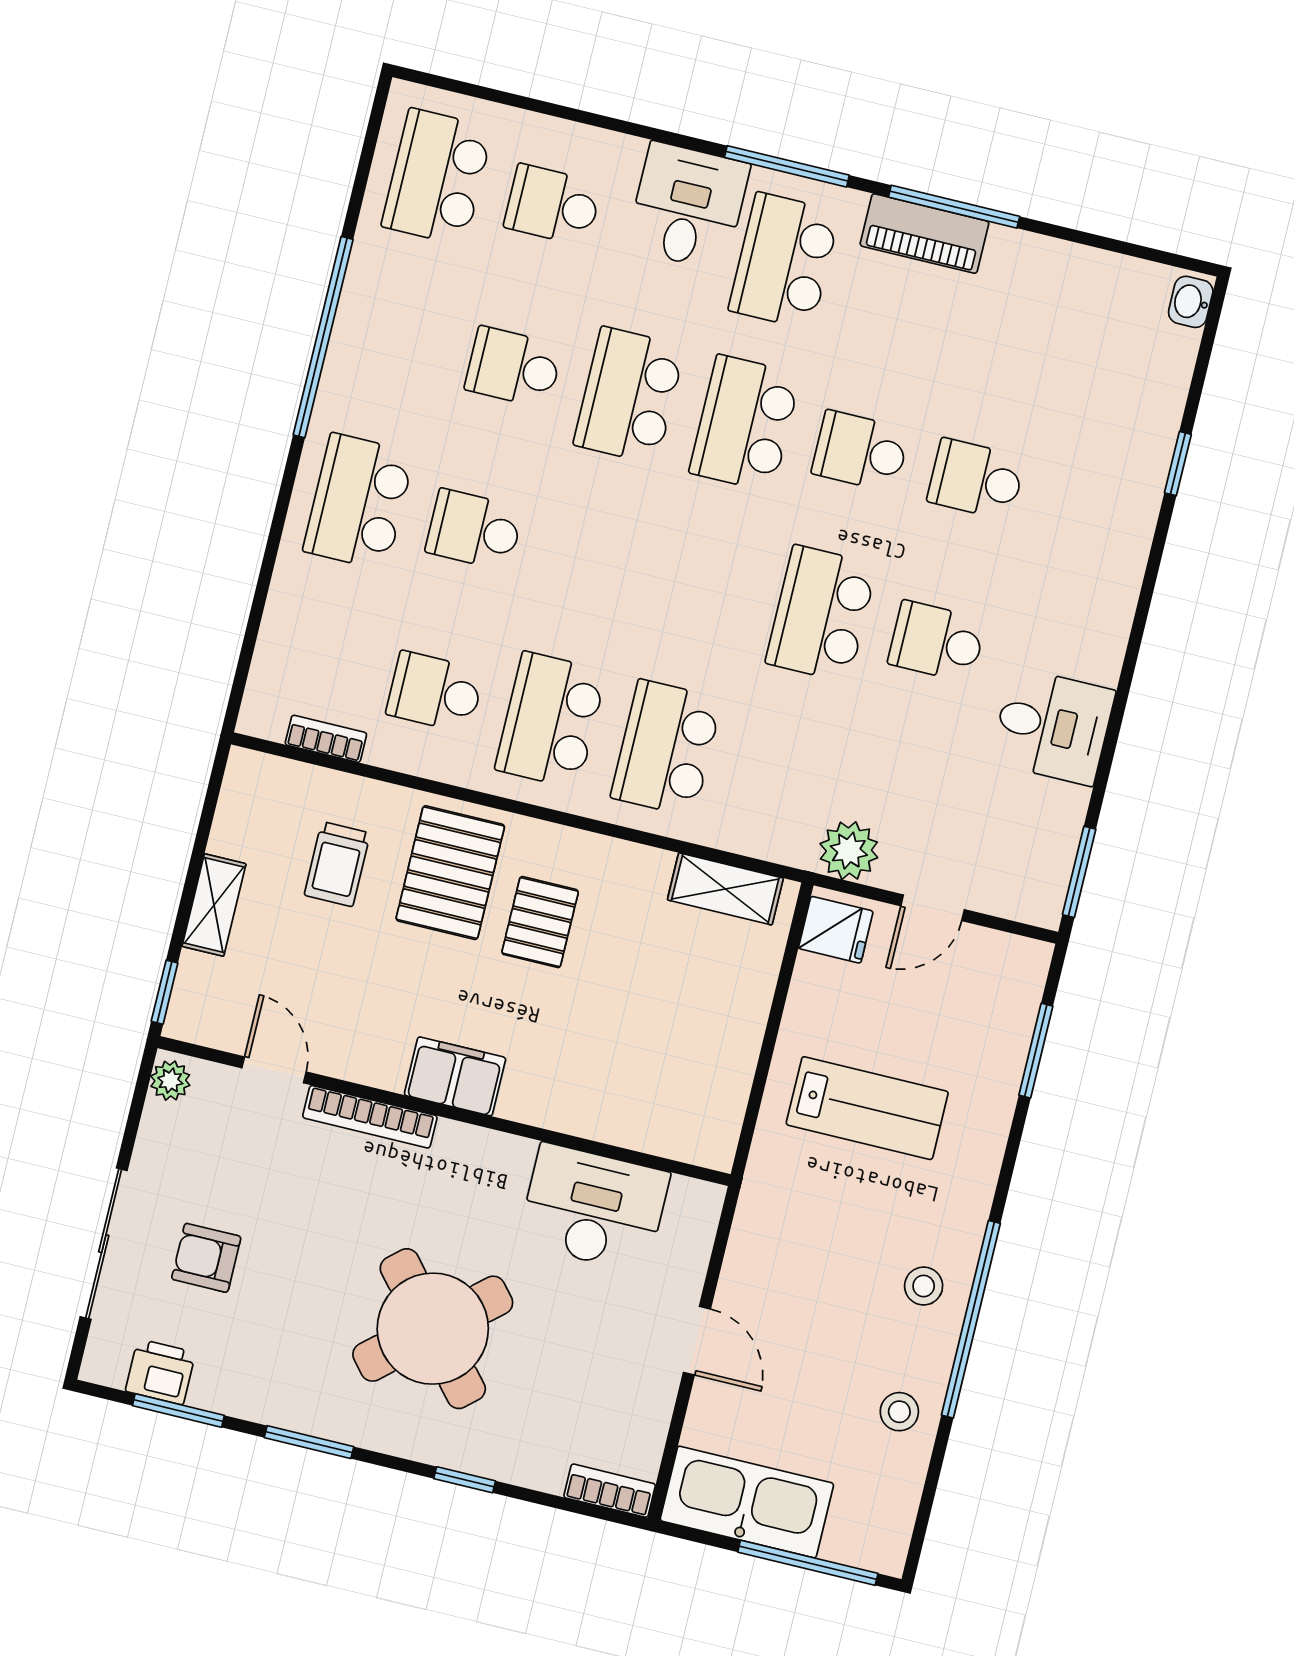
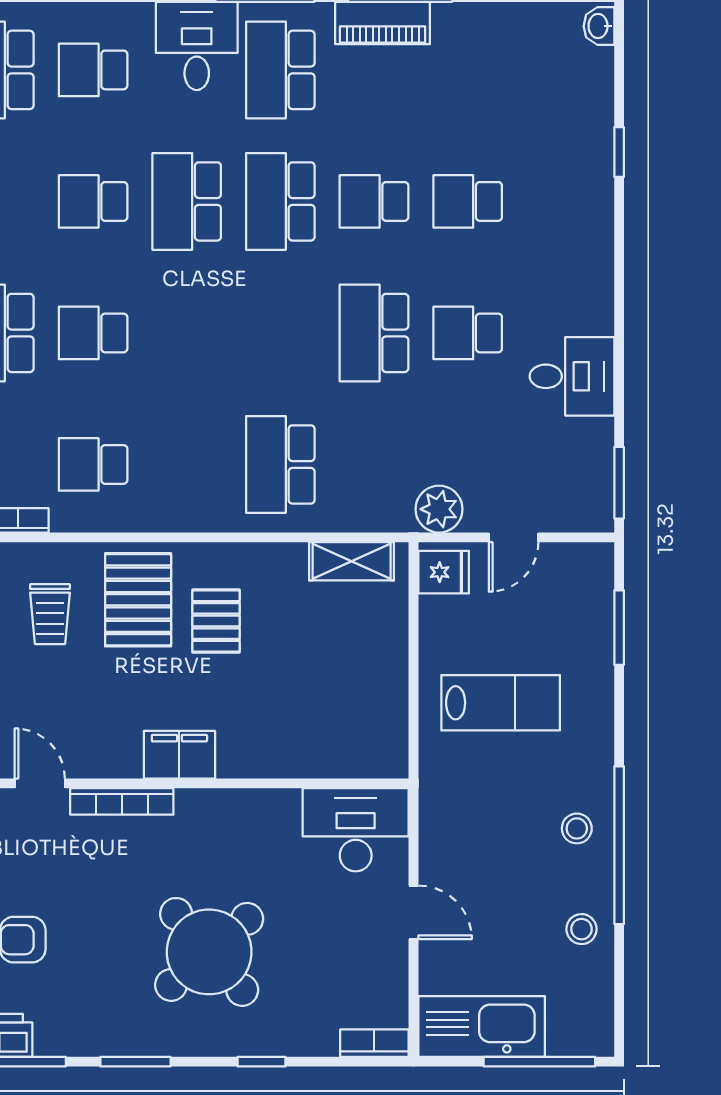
school desk: (551, 720) -> (187, 464), removed
desk: (594, 1208) -> (356, 830), moved

